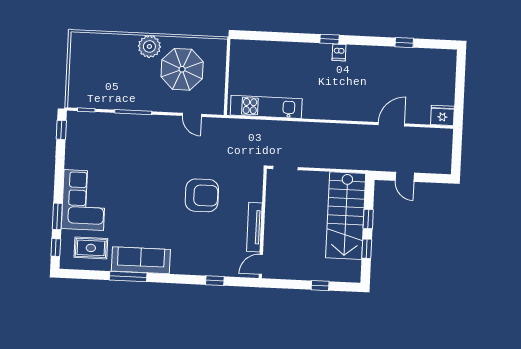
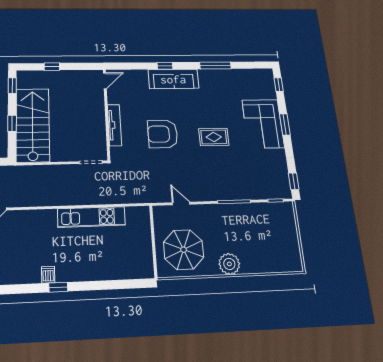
parasol: (182, 69) -> (184, 250), moved
kitchen unit: (266, 107) -> (91, 217), moved
window: (57, 216) -> (285, 124), moved
tv unit: (254, 227) -> (114, 125), moved
rug: (91, 248) -> (214, 137), moved
window: (367, 249) -> (12, 86), moved
sofa: (141, 260) -> (173, 79), moved
window: (215, 281) -> (165, 66), moved

